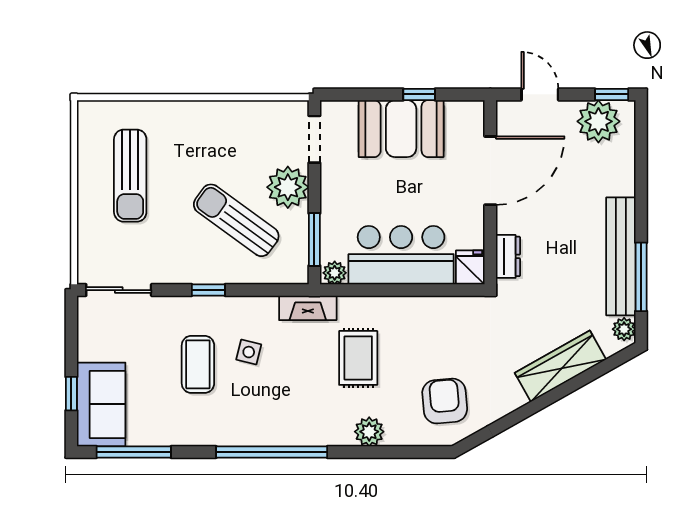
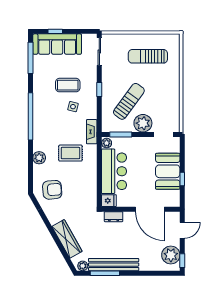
sofa: (101, 404) -> (57, 44), width x1.36

